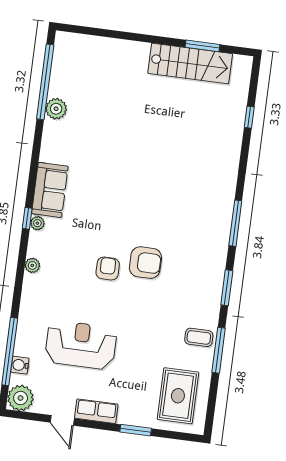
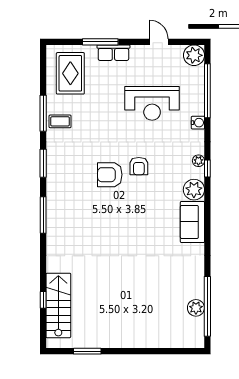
stairs: (190, 64) -> (58, 305), moved, turned 90
plant: (56, 109) -> (196, 308), moved
window: (27, 218) -> (207, 169), moved
plant: (37, 223) -> (194, 190), width x1.88, depth x1.88
water cooler: (20, 365) -> (198, 123), moved
row of seats: (96, 411) -> (113, 53), moved
window: (136, 430) -> (100, 42), width x1.44

